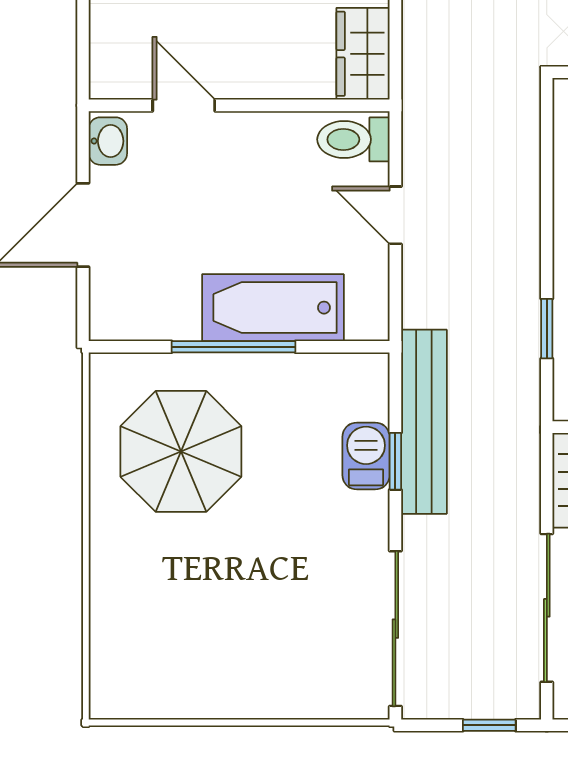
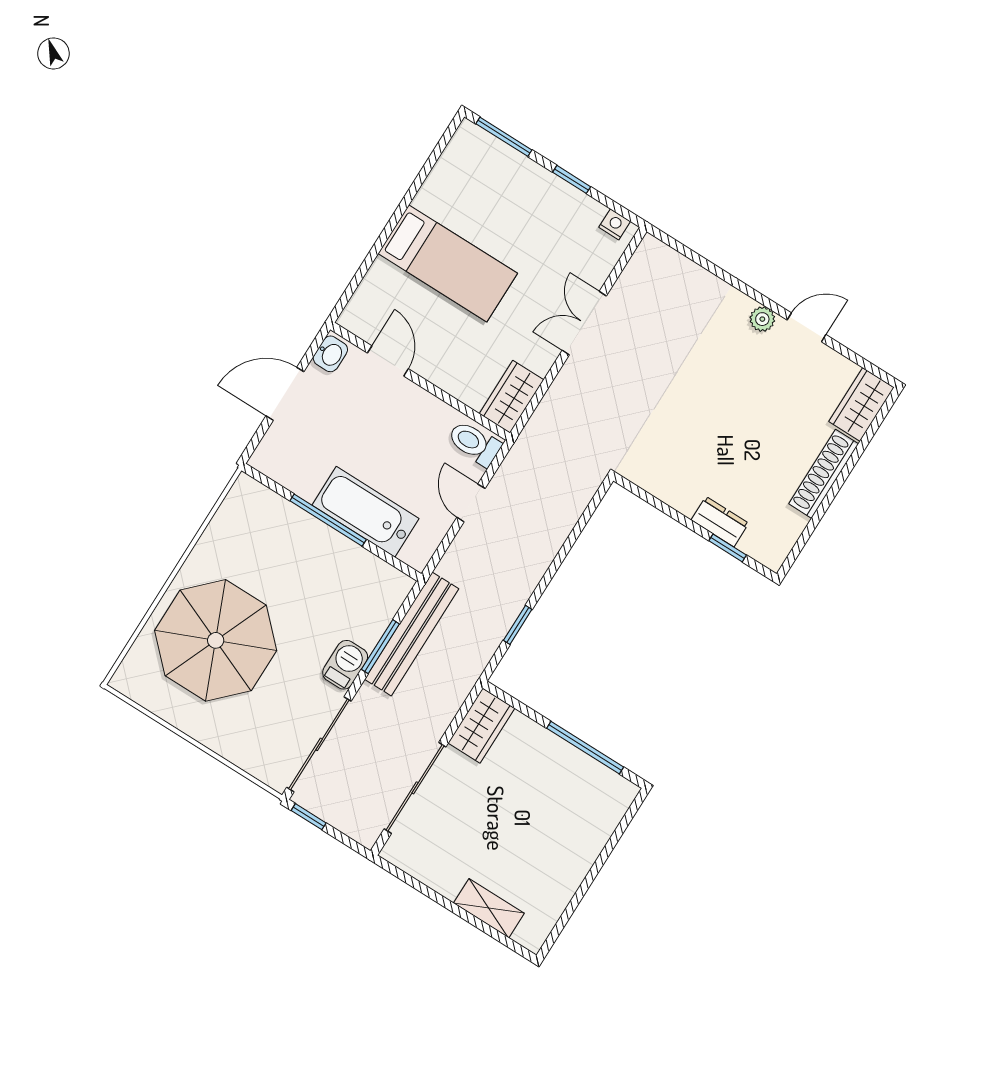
parasol: (181, 451) -> (216, 640), moved, width x1.36, depth x1.36
barbecue: (366, 456) -> (345, 665), moved
window: (395, 461) -> (380, 647), width x1.50
window: (489, 725) -> (309, 817), moved

